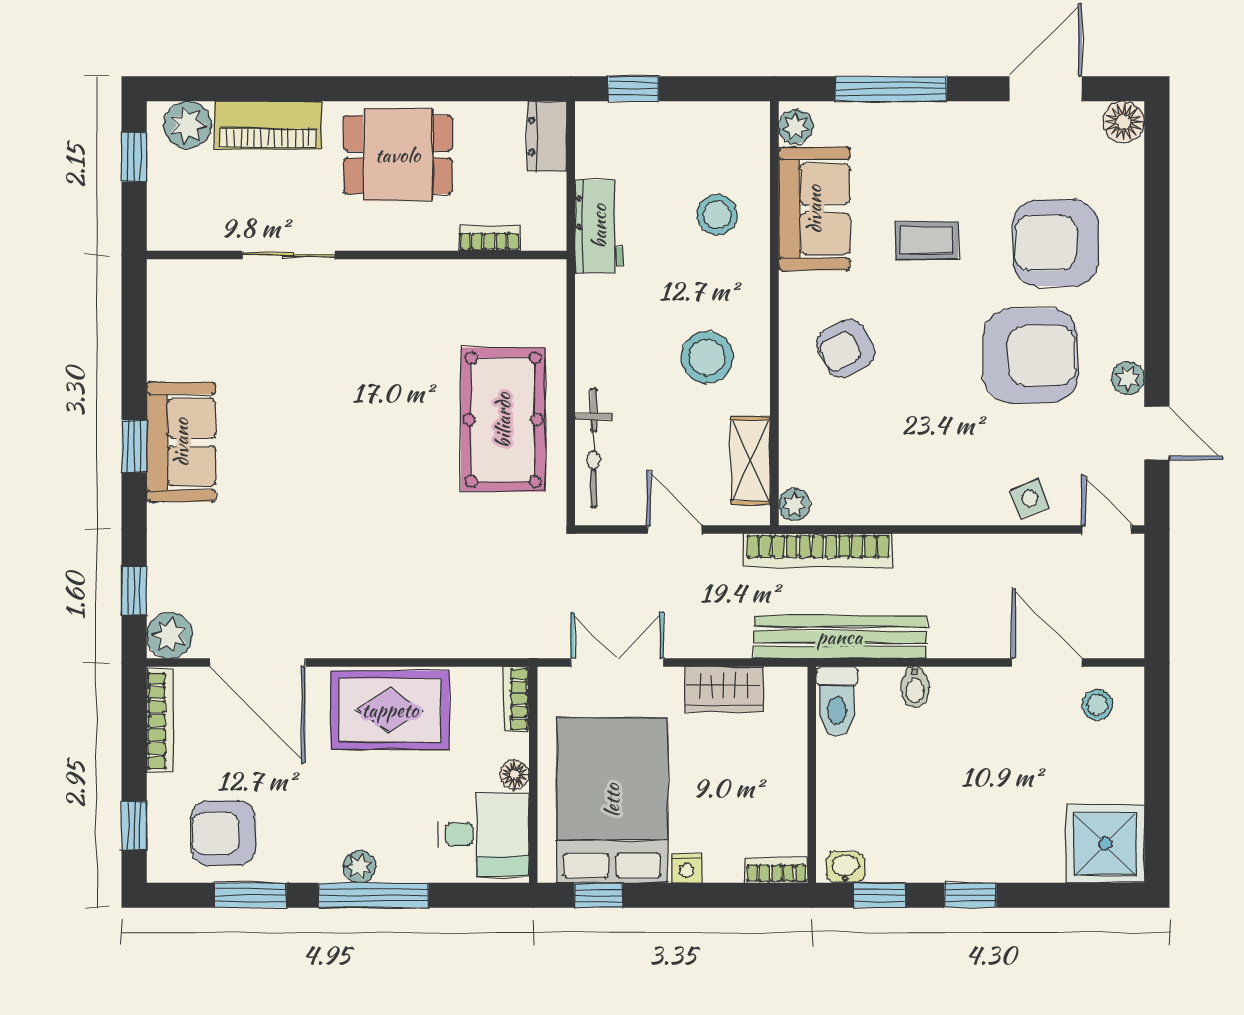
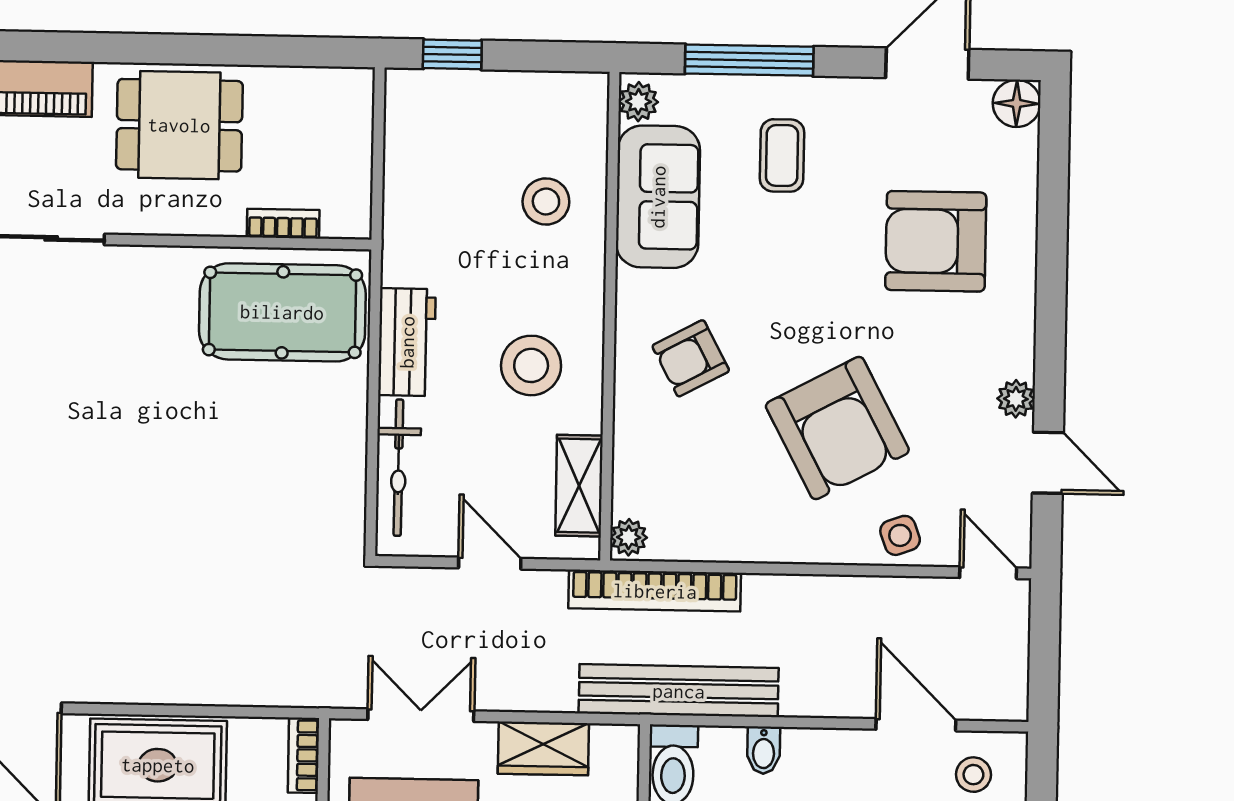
dresser: (547, 136) -> (351, 107), removed
workbench: (599, 226) -> (407, 342), moved
coffee table: (927, 241) -> (782, 155), moved, turned 90
armchair: (1031, 356) -> (837, 428), moved, turned 62
pool table: (503, 420) -> (282, 312), moved, turned 90

